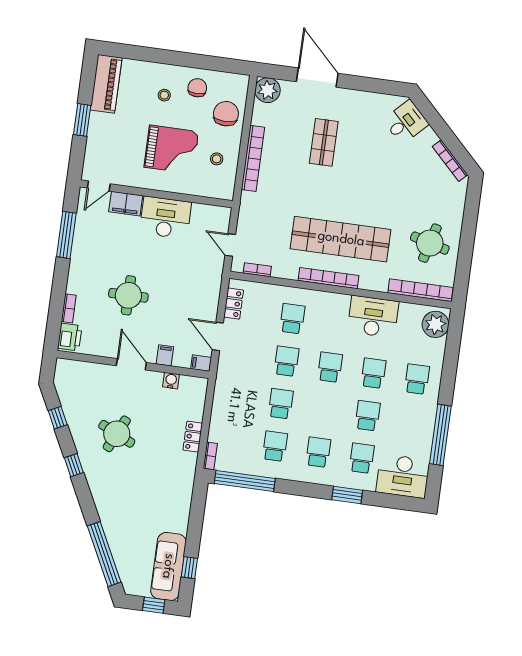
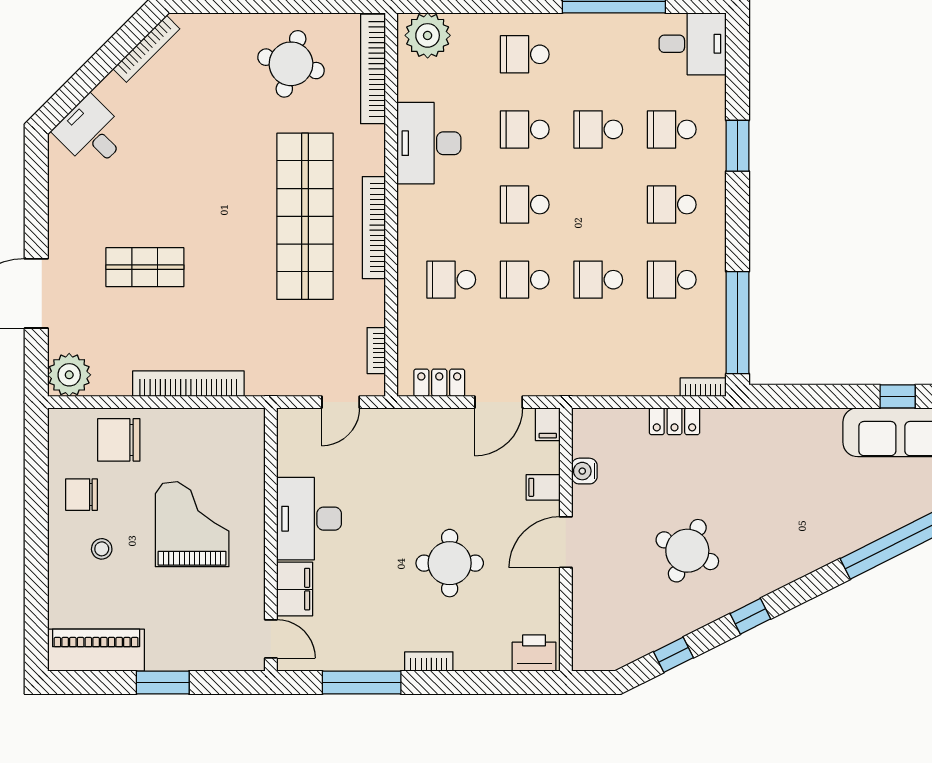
stool: (217, 159) -> (198, 445), removed
bookcase: (69, 308) -> (429, 661), moved
desk: (403, 476) -> (693, 44), width x0.73

